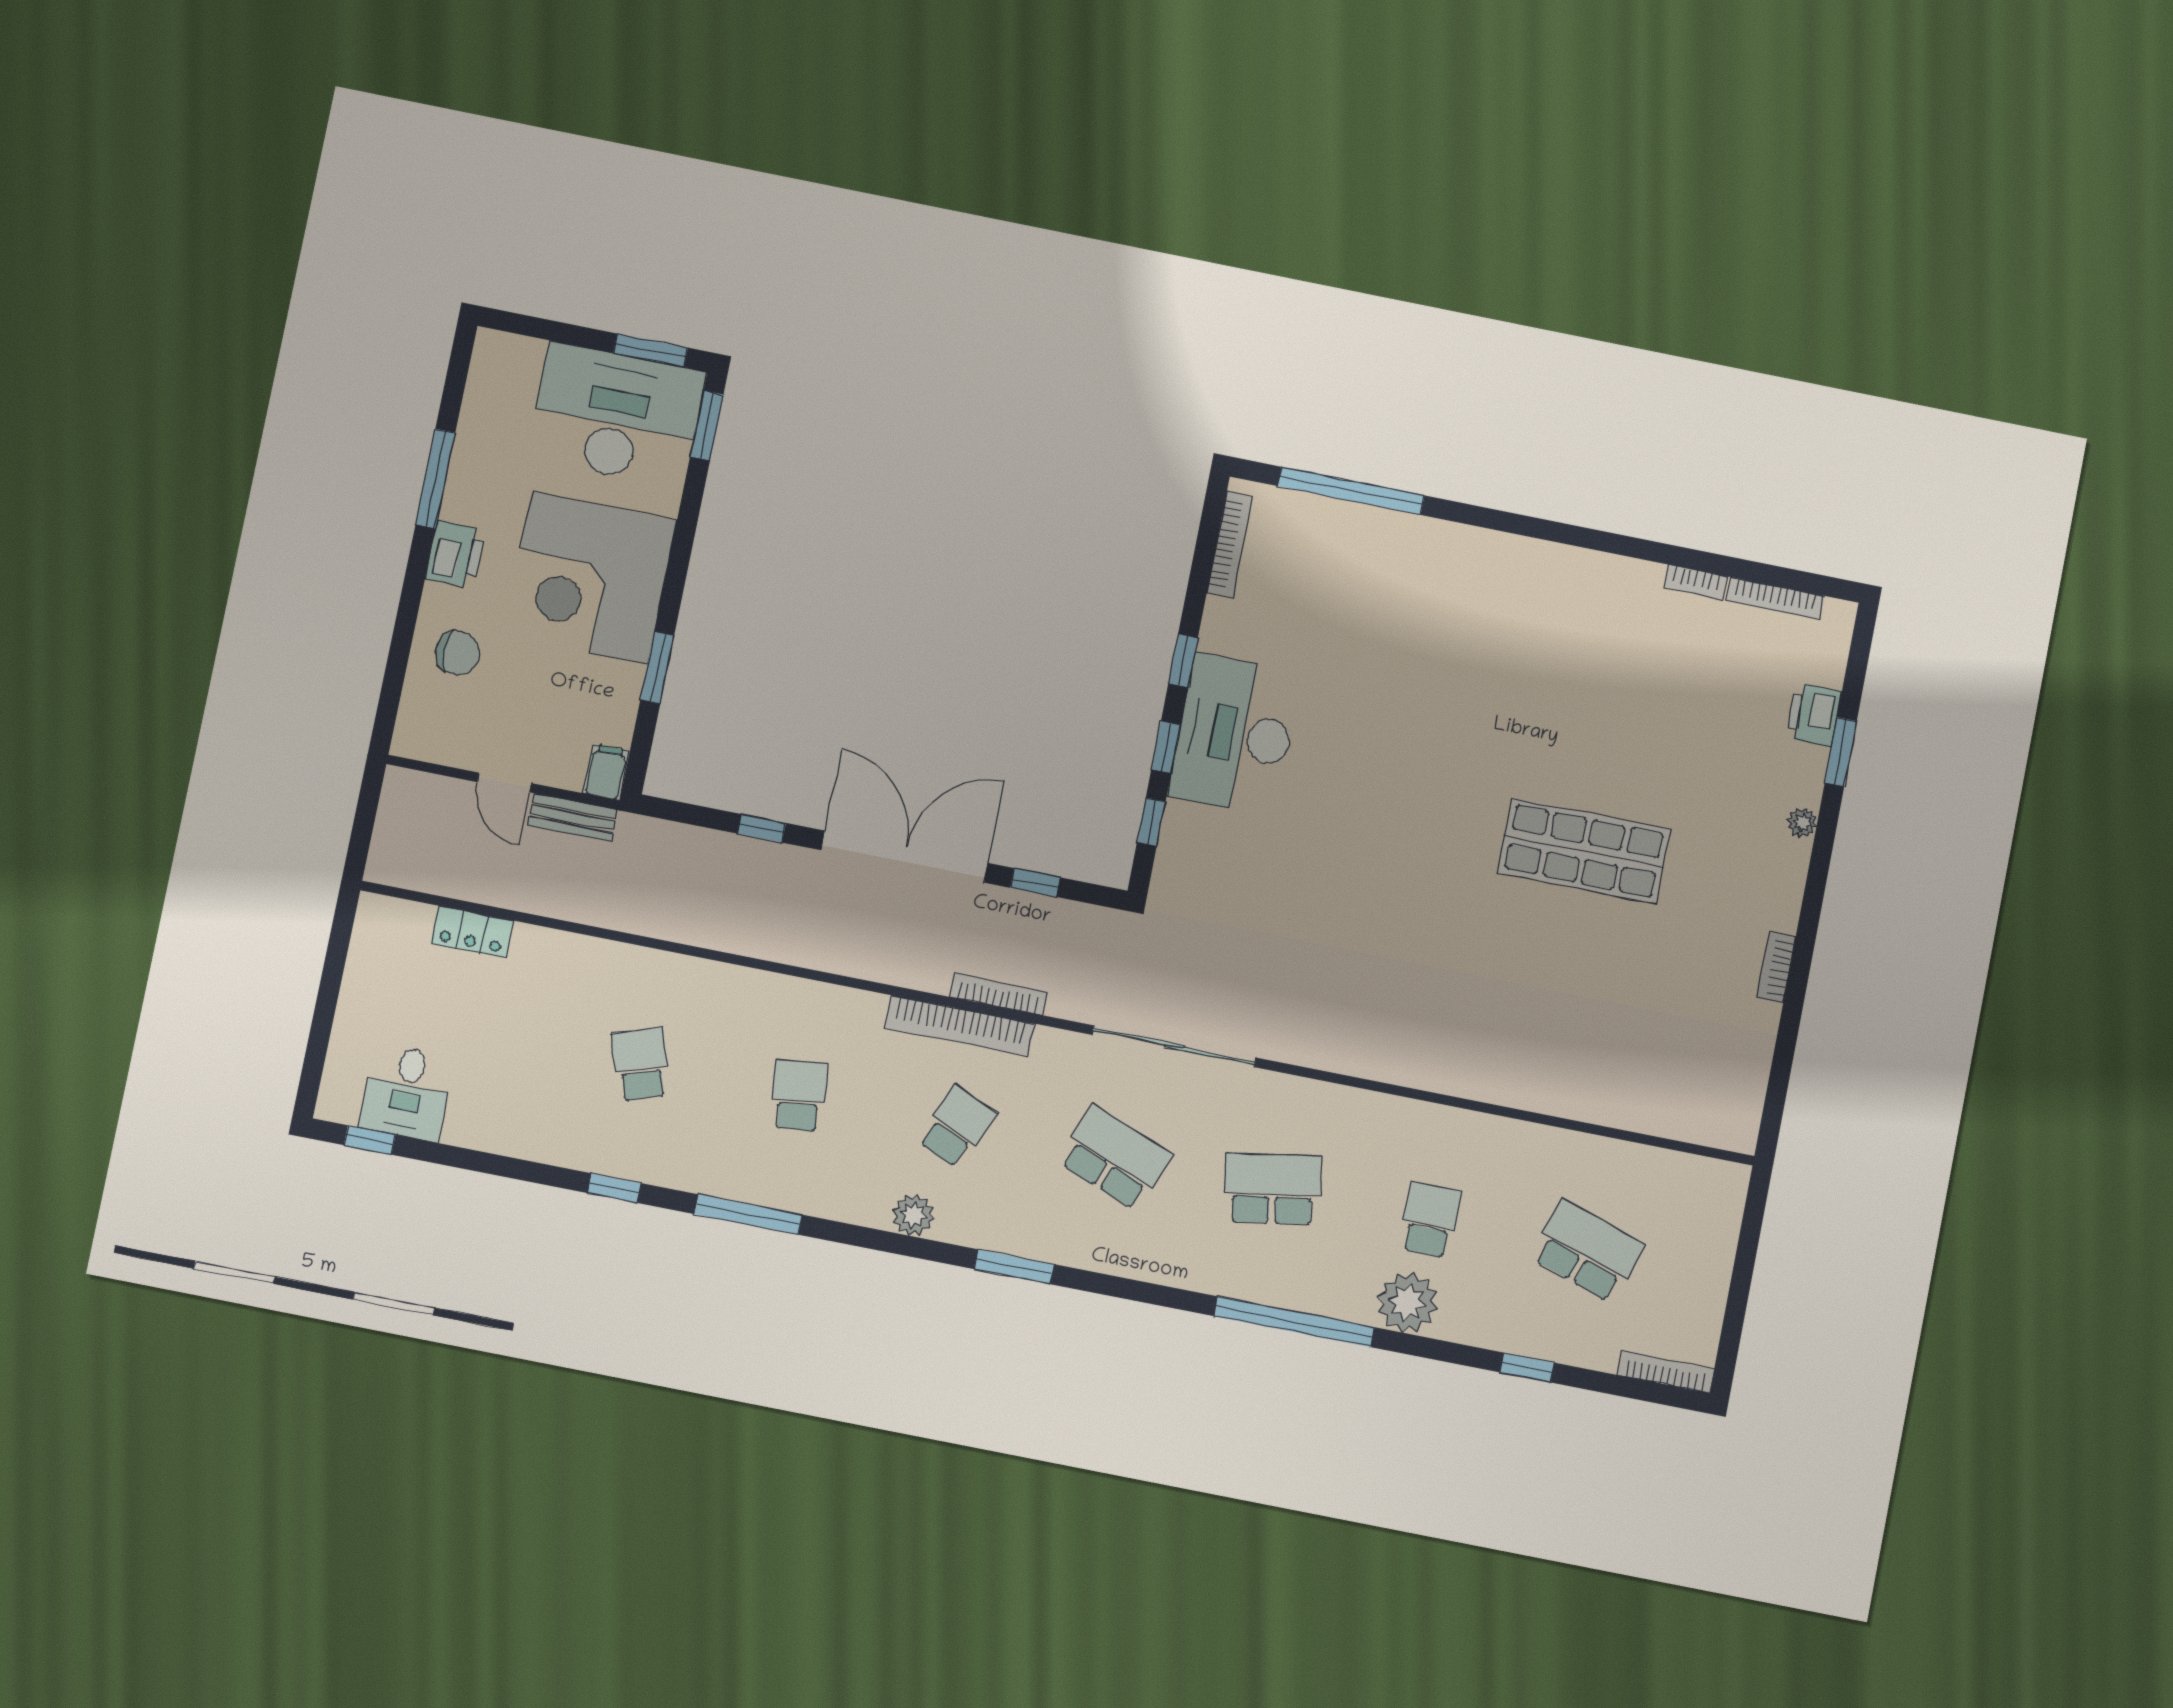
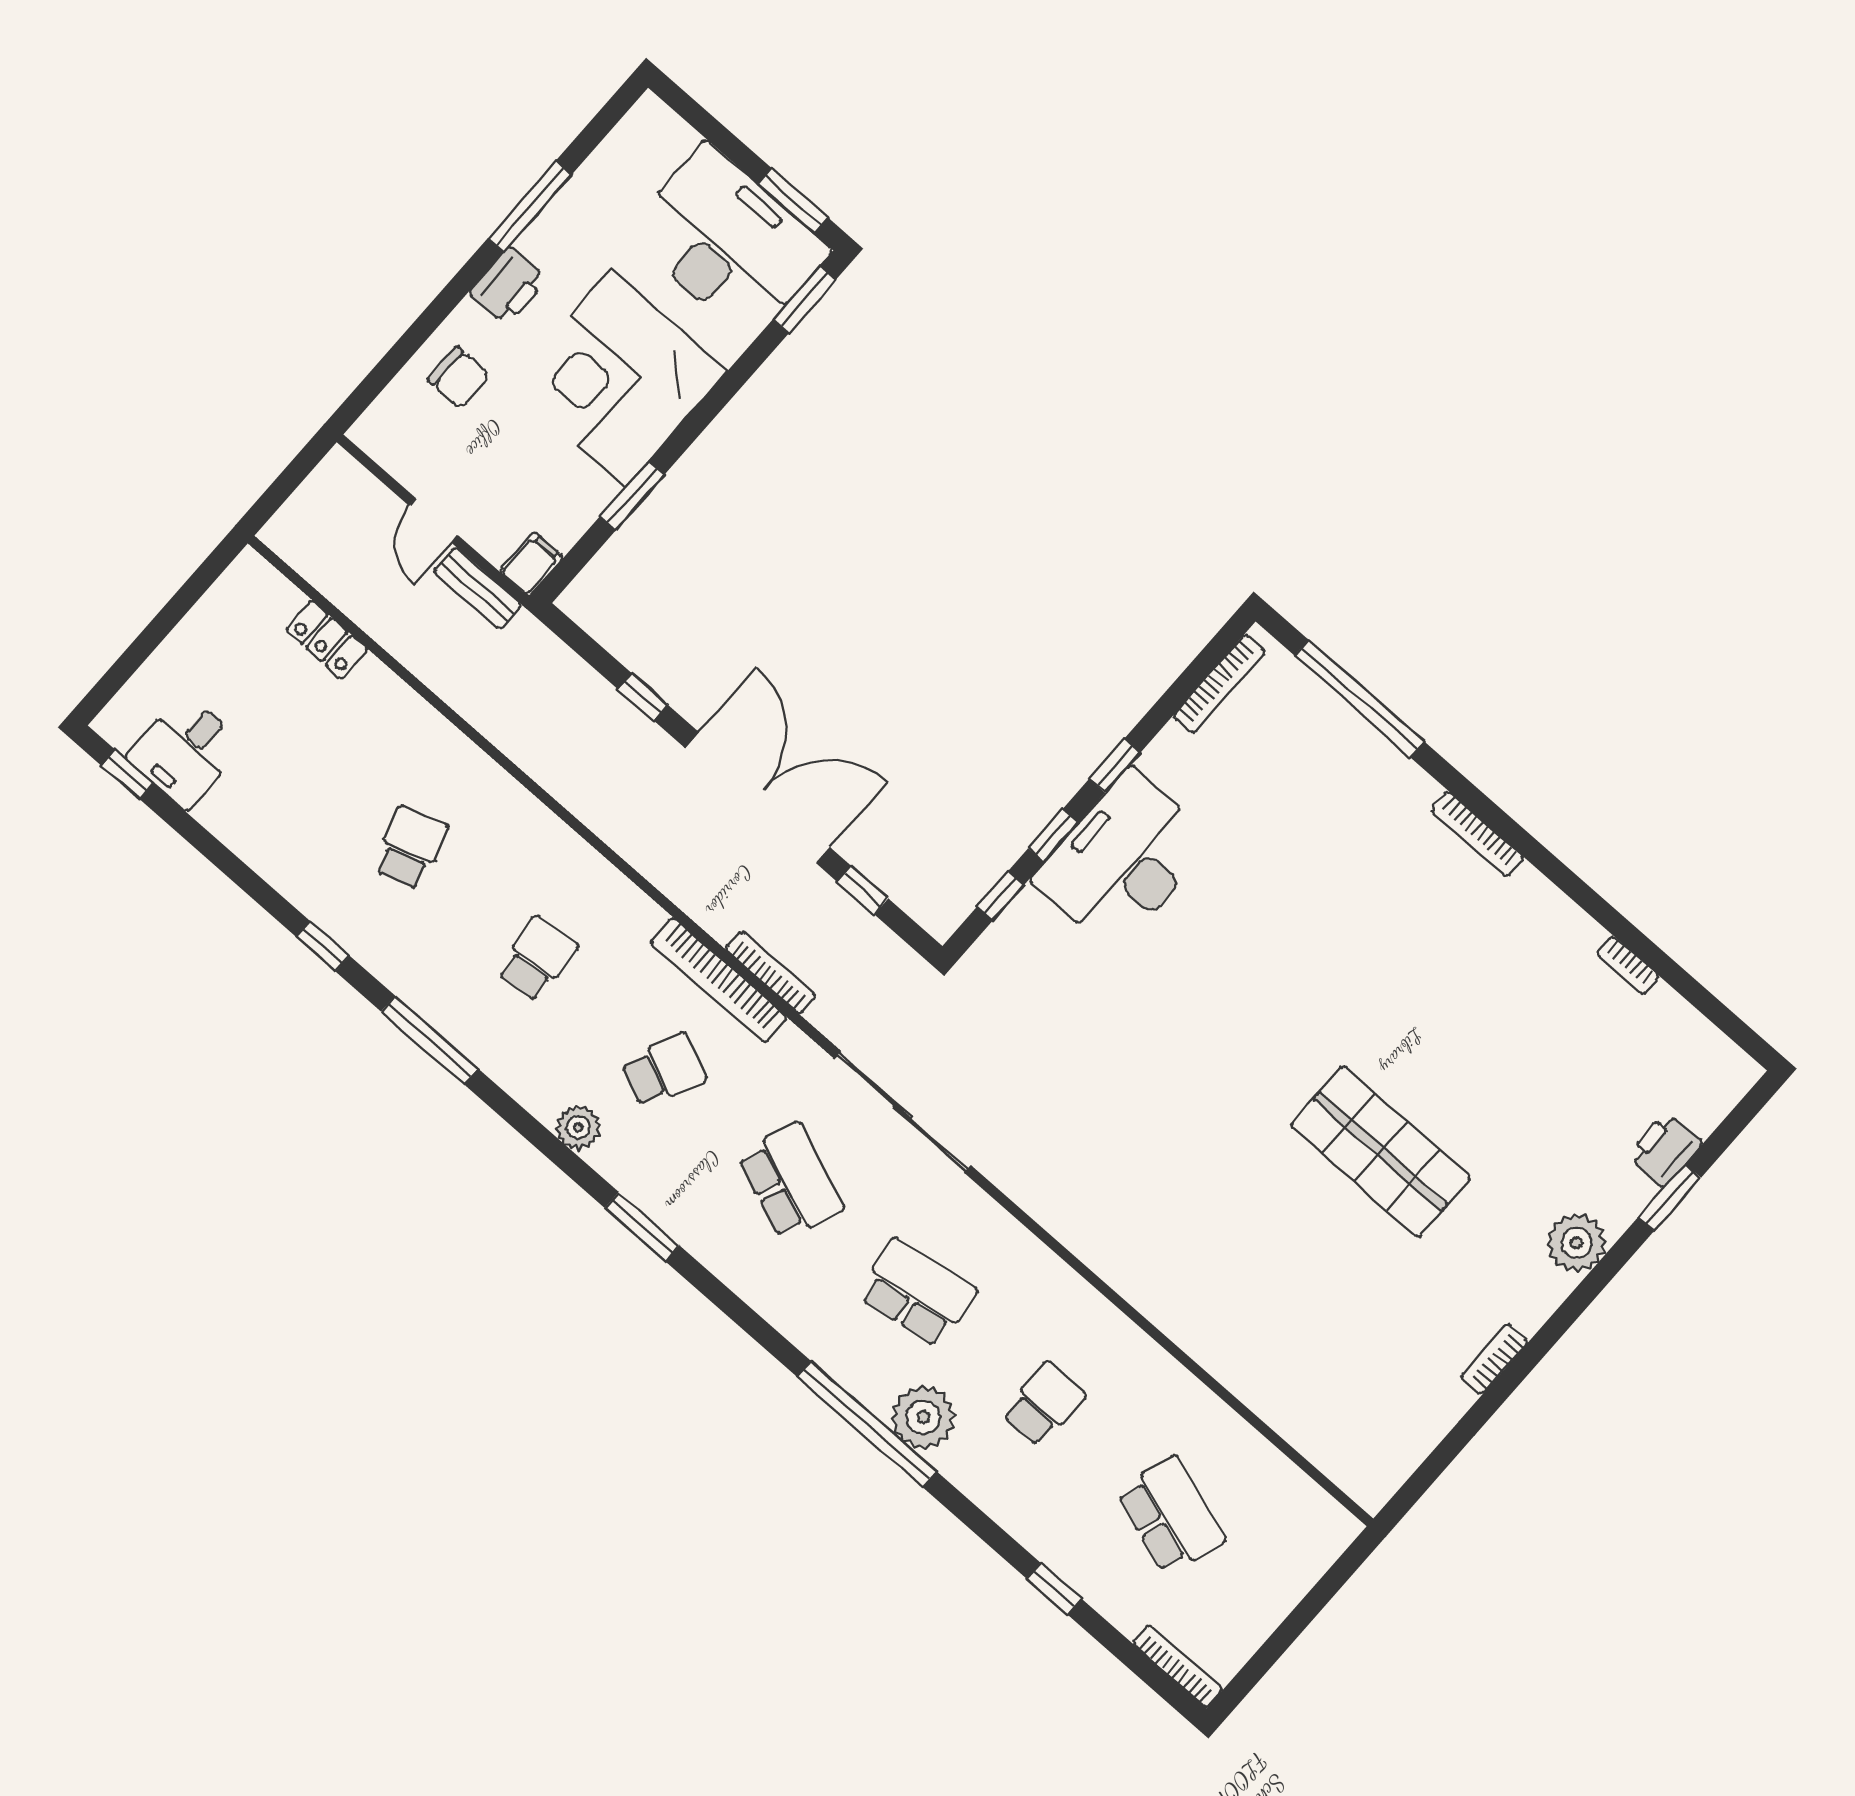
bookcase: (1775, 598) -> (1478, 834), moved
plant: (1802, 823) -> (1576, 1243), width x1.88, depth x1.88
plant: (1408, 1302) -> (923, 1417), moved

